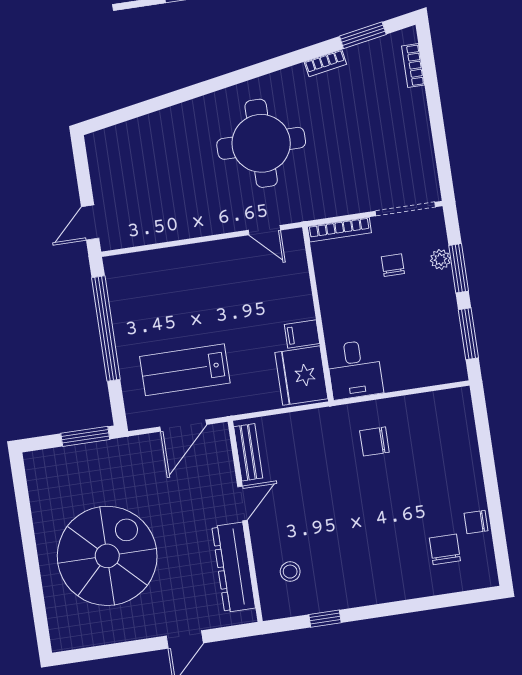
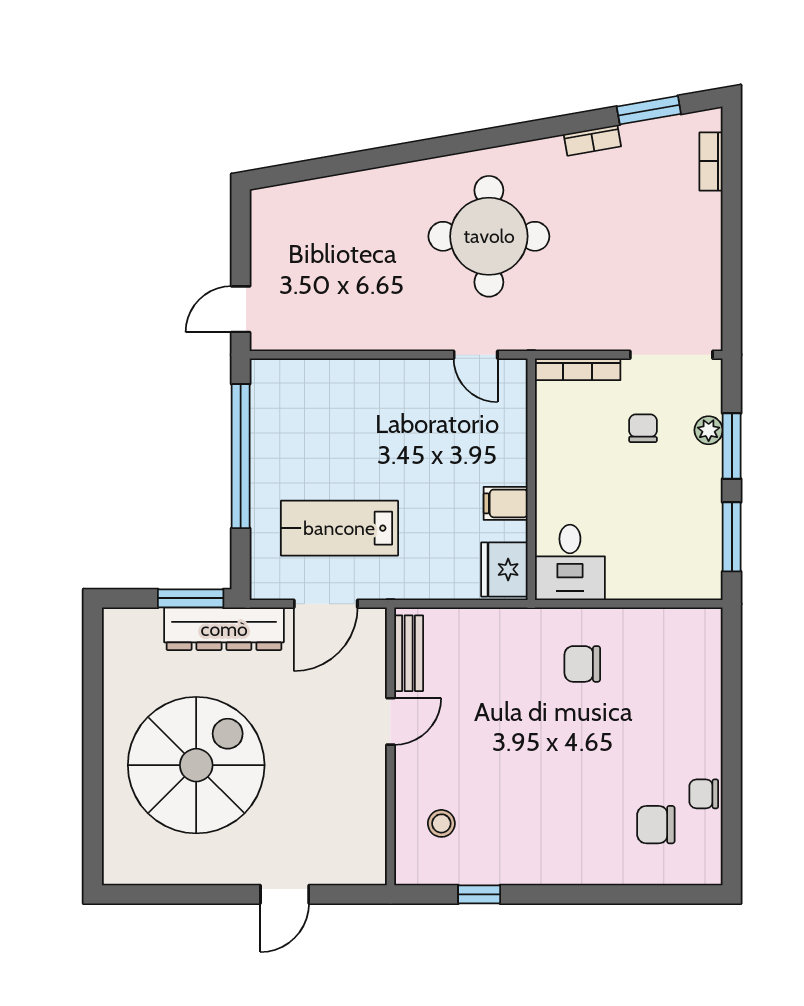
fridge: (301, 376) -> (504, 569), width x0.73, depth x0.75
chair: (445, 549) -> (656, 825), turned -90
dresser: (234, 567) -> (224, 629), moved, turned -90

